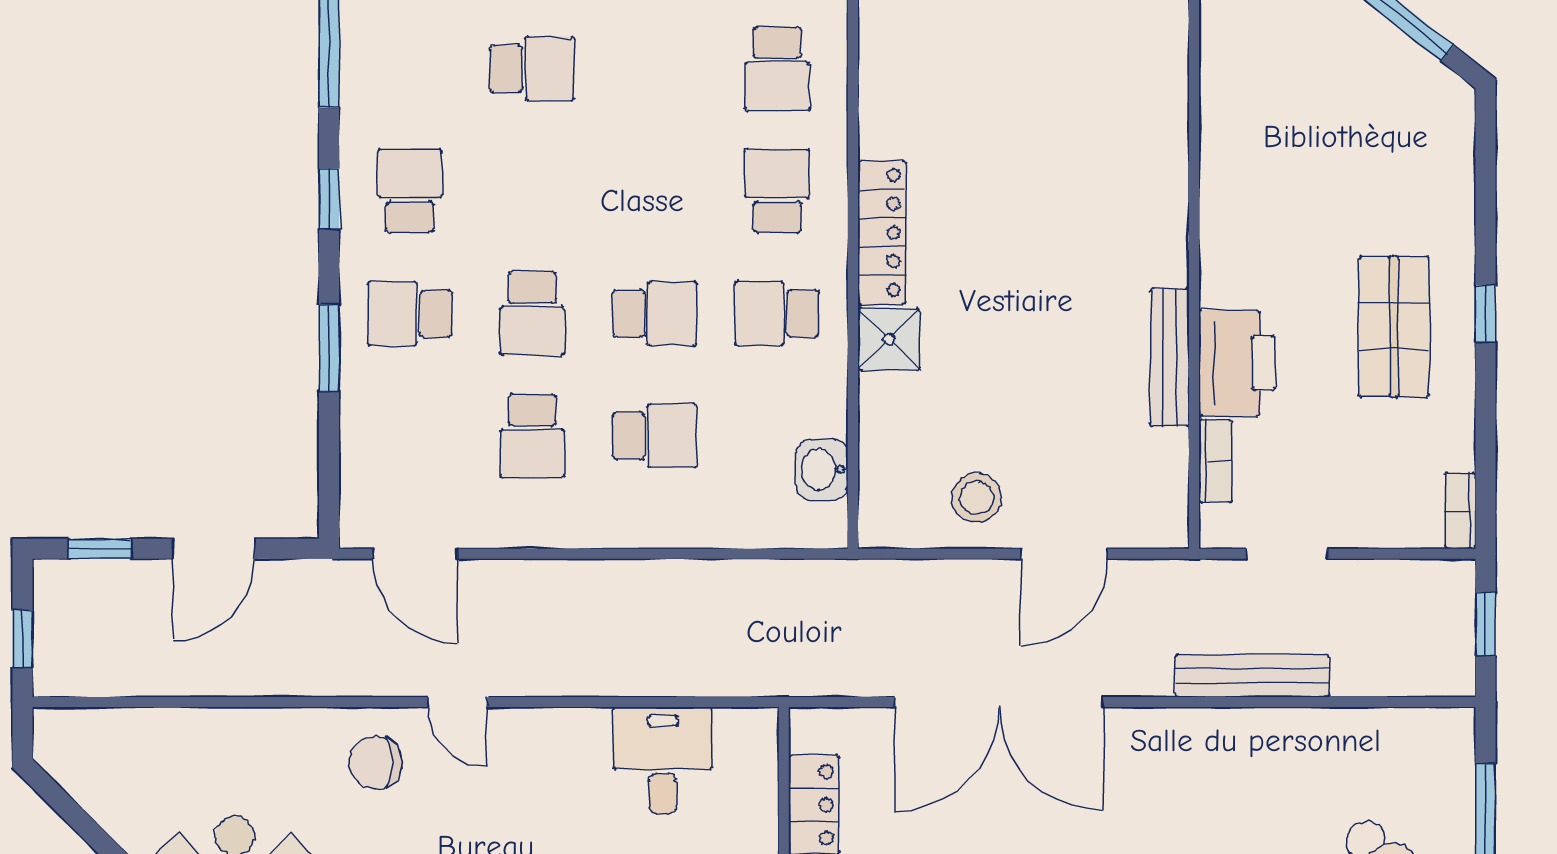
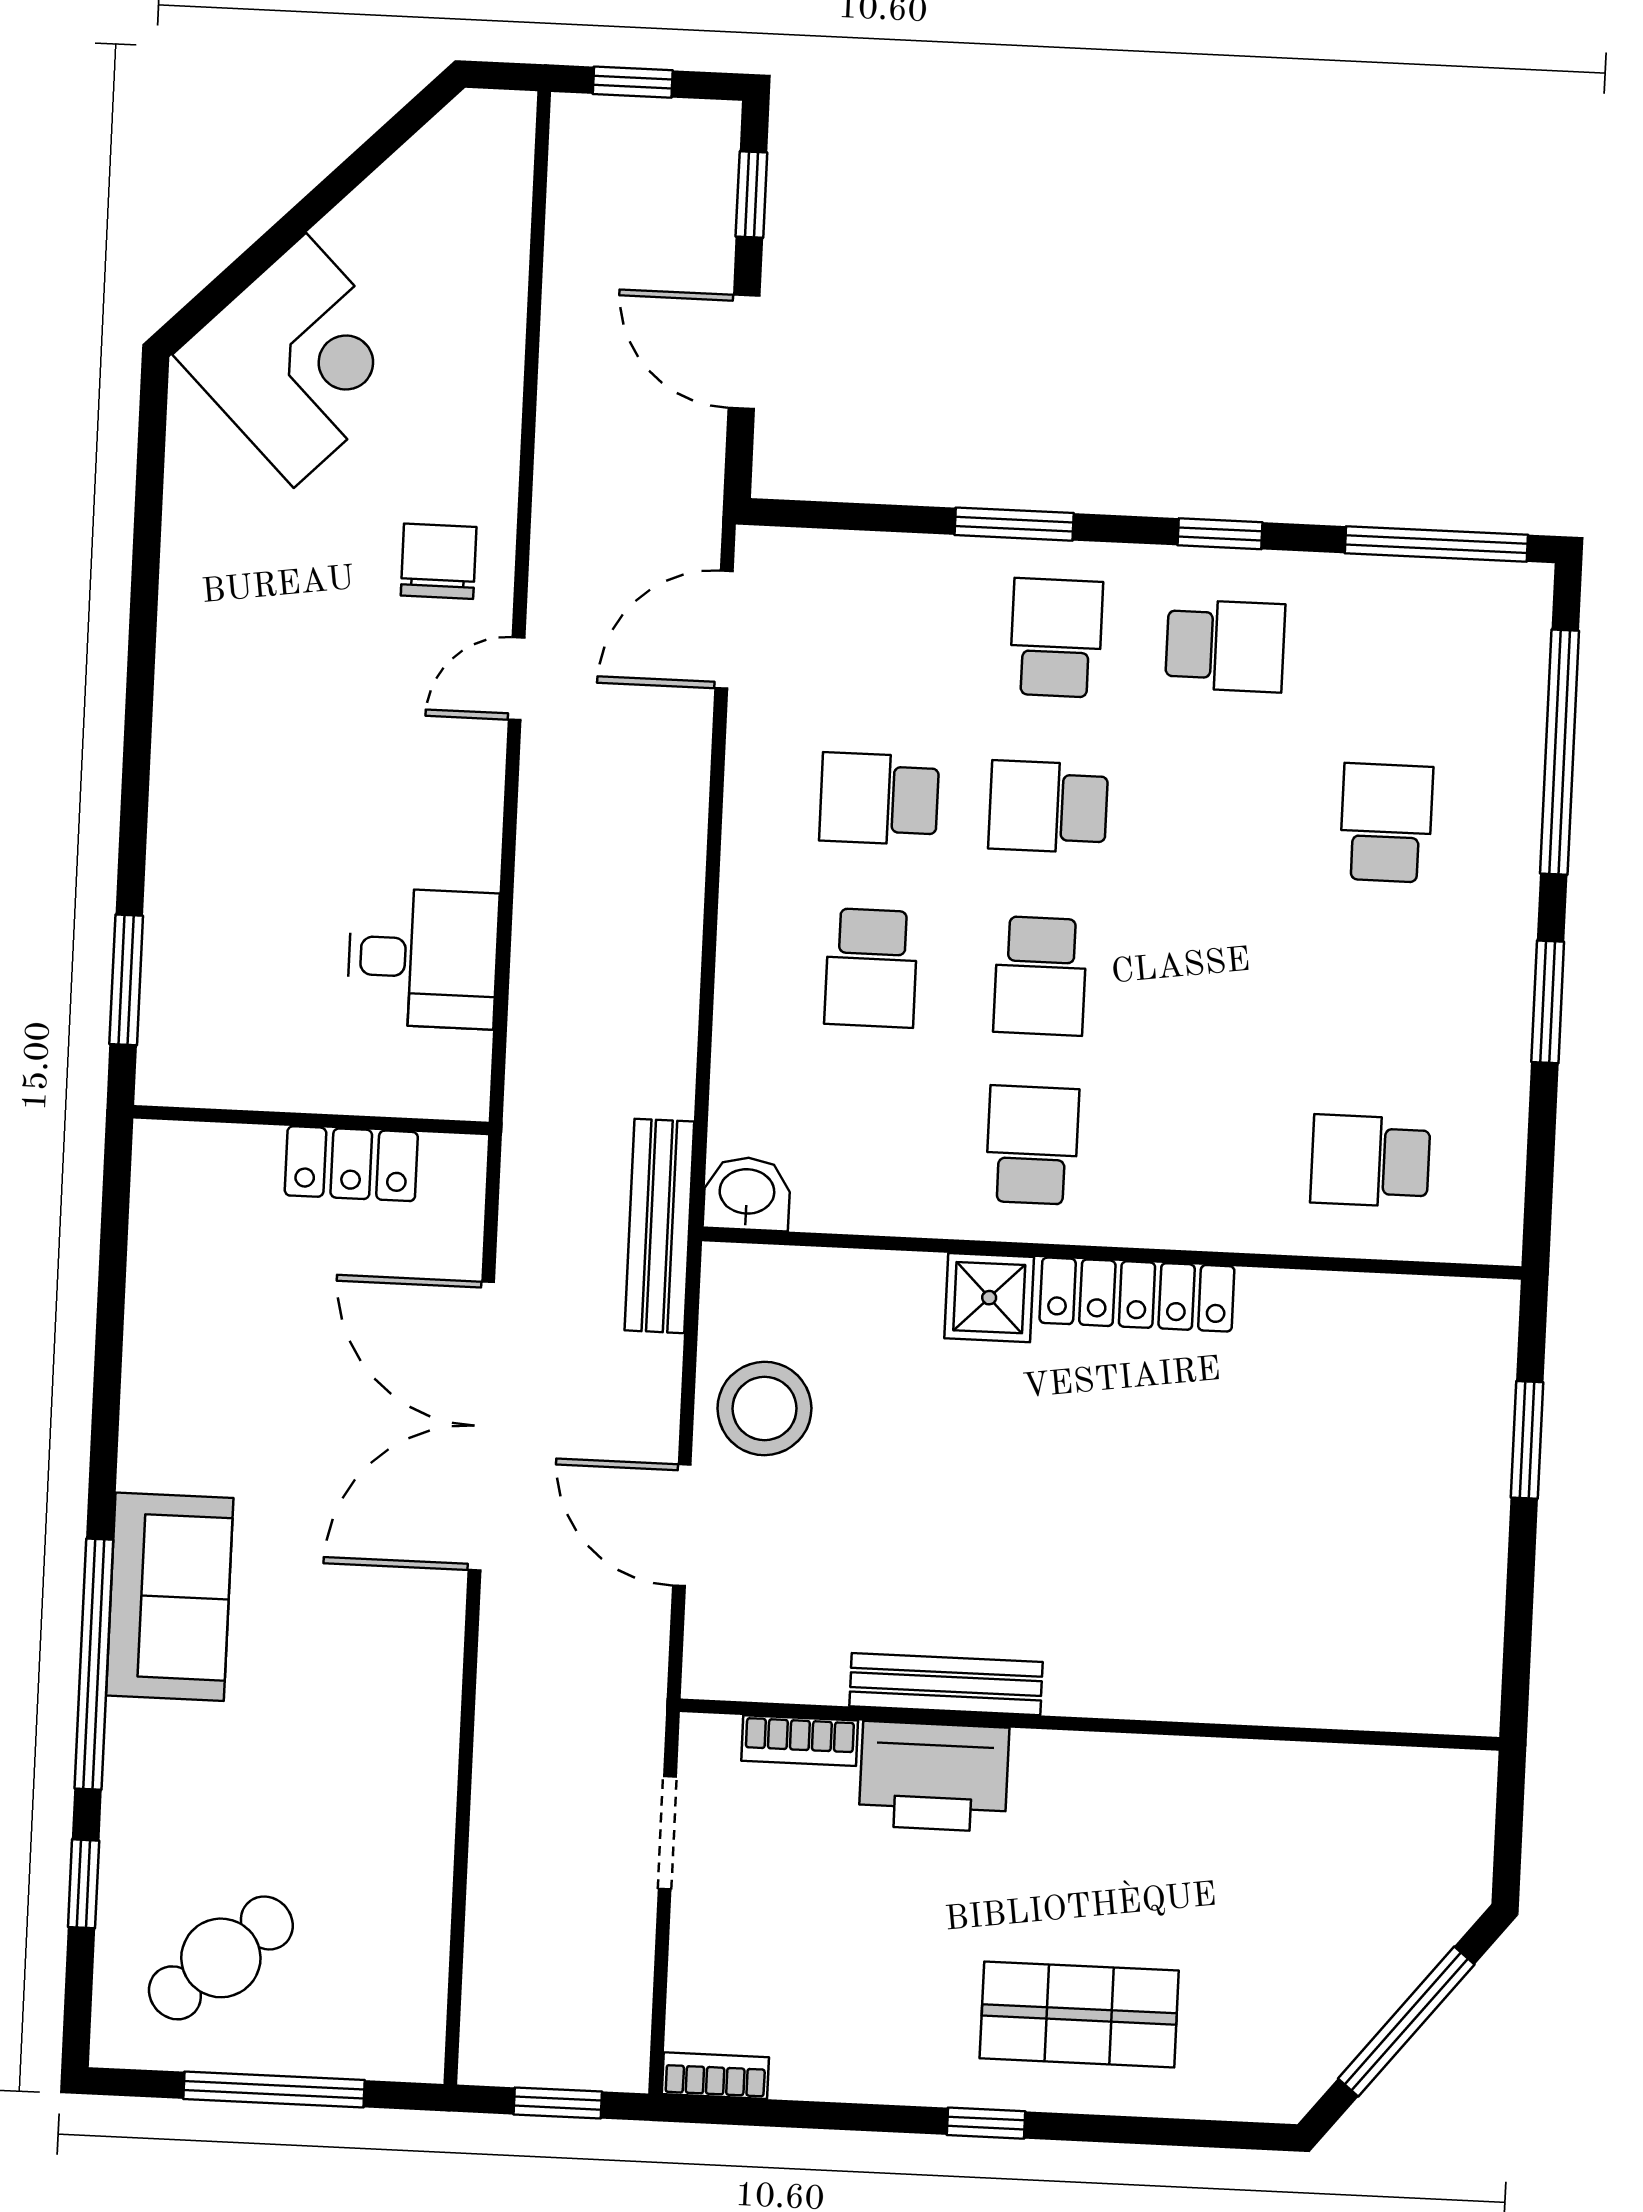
school desk: (532, 69) -> (1386, 823), turned 180
school desk: (777, 191) -> (1201, 1153), removed
shop shelf: (1394, 327) -> (1079, 2014), moved
washbasin: (822, 469) -> (747, 1194), moved
stool: (977, 498) -> (764, 1408), width x1.38, depth x1.38
bench: (1252, 676) -> (659, 1226), moved

